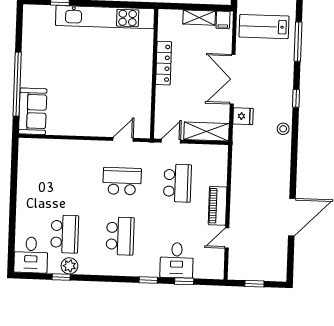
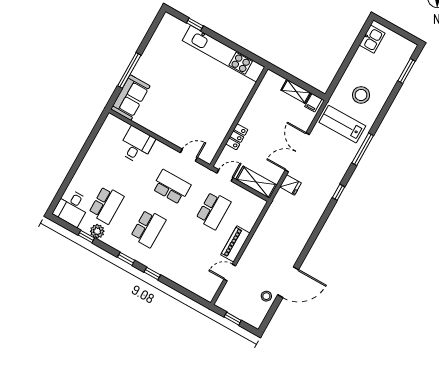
locker: (164, 63) -> (237, 137), moved, width x0.66
window: (17, 84) -> (129, 70), width x0.68
stool: (283, 129) -> (266, 296), moved
desk: (177, 260) -> (136, 145), moved, turned 180
window: (184, 281) -> (126, 259), moved

